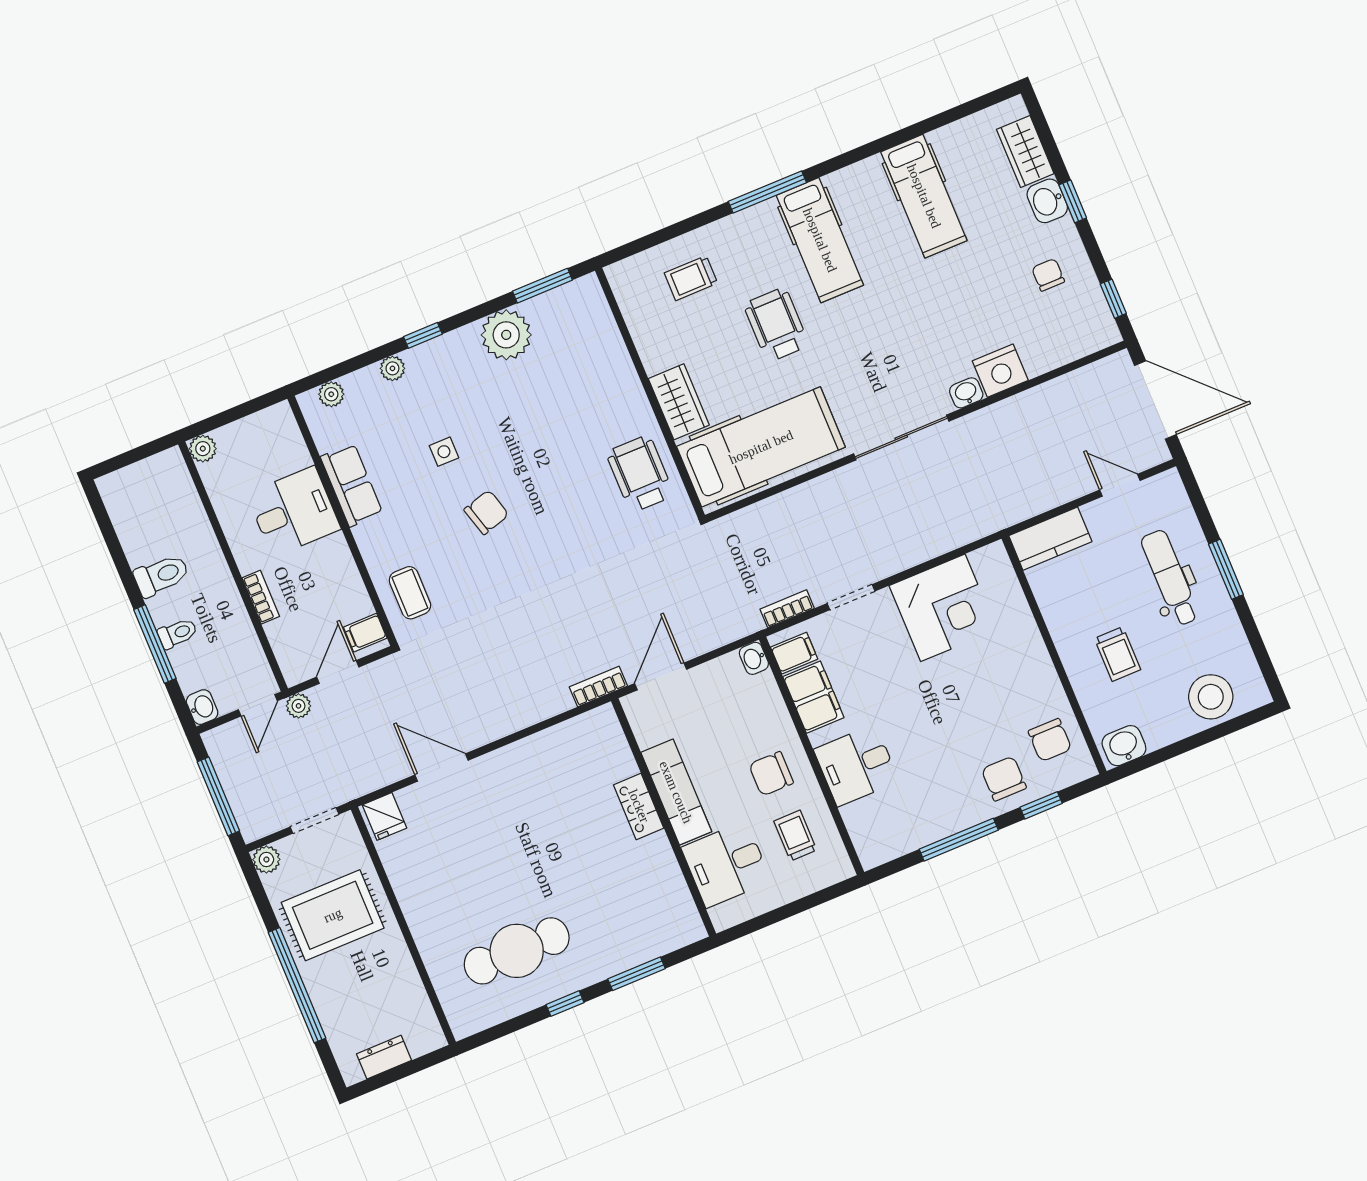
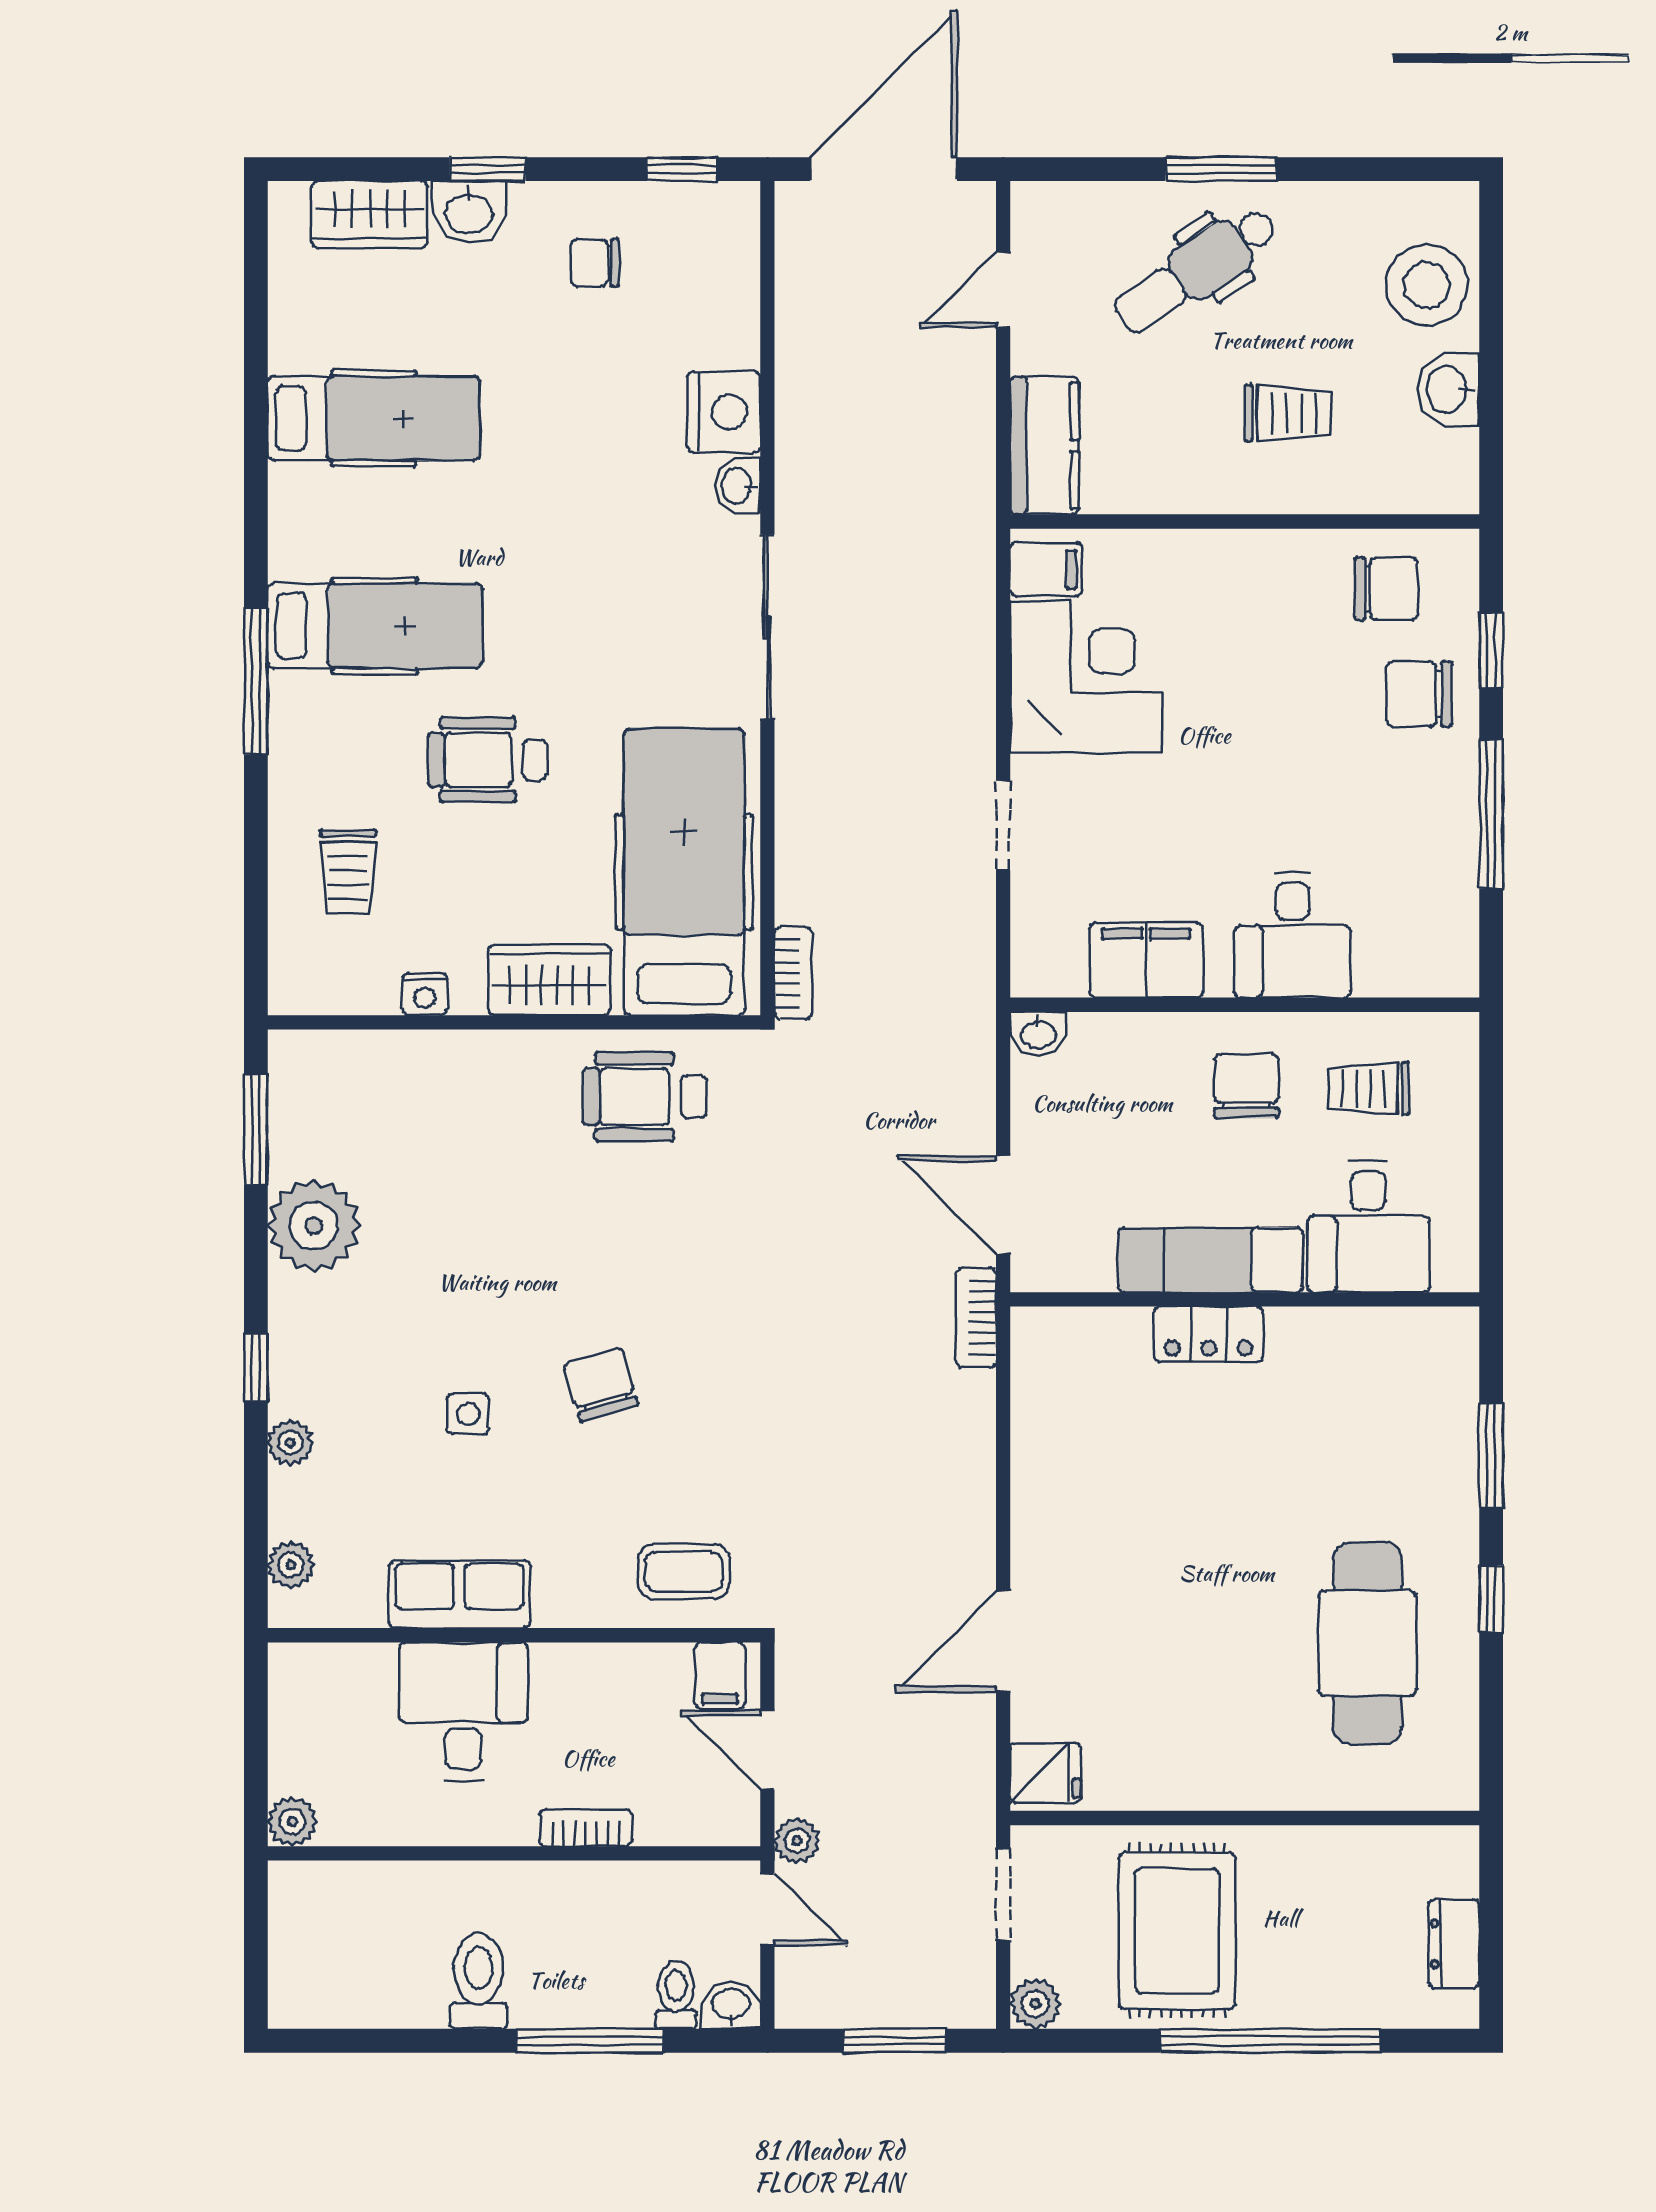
nightstand: (646, 342) -> (425, 994), added
dental chair: (1170, 578) -> (1196, 270), turned -34
bookcase: (787, 609) -> (793, 973), moved, turned 180
toilet: (178, 633) -> (676, 1995), moved
filing cabinet: (794, 653) -> (1046, 569), moved, turned 90
washbasin: (1124, 746) -> (1448, 390), moved
chair: (771, 774) -> (1246, 1086), turned 180
window: (218, 796) -> (894, 2041), width x0.69

